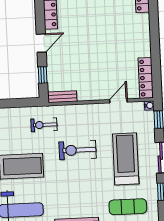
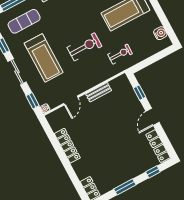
locker: (146, 78) -> (67, 146), moved
bench: (62, 97) -> (99, 92), moved

